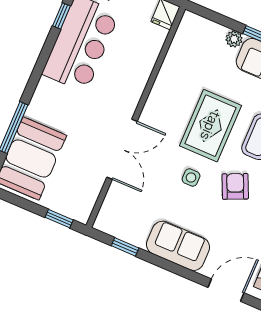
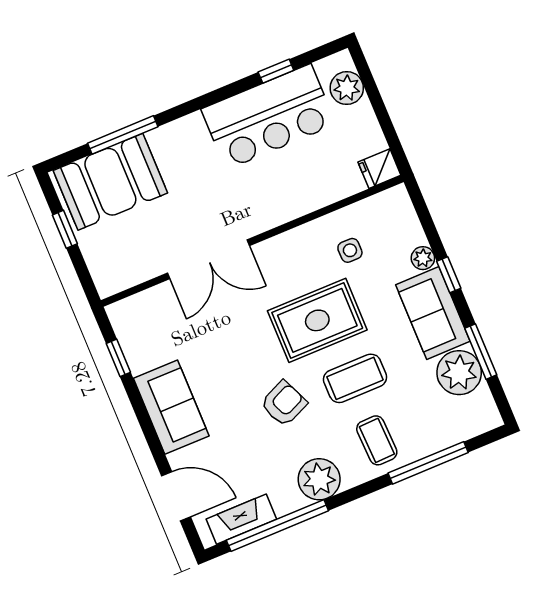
side table: (191, 178) -> (350, 250), moved
window: (59, 219) -> (65, 229), moved

